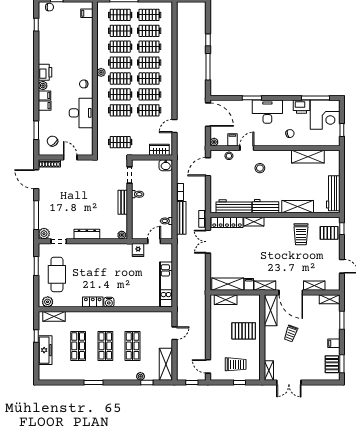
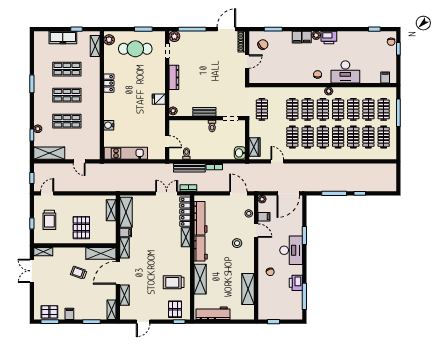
desk: (81, 113) -> (345, 72), moved
corner desk: (325, 115) -> (288, 305), removed
fridge: (138, 250) -> (159, 99), moved
water cooler: (109, 302) -> (109, 125), moved

